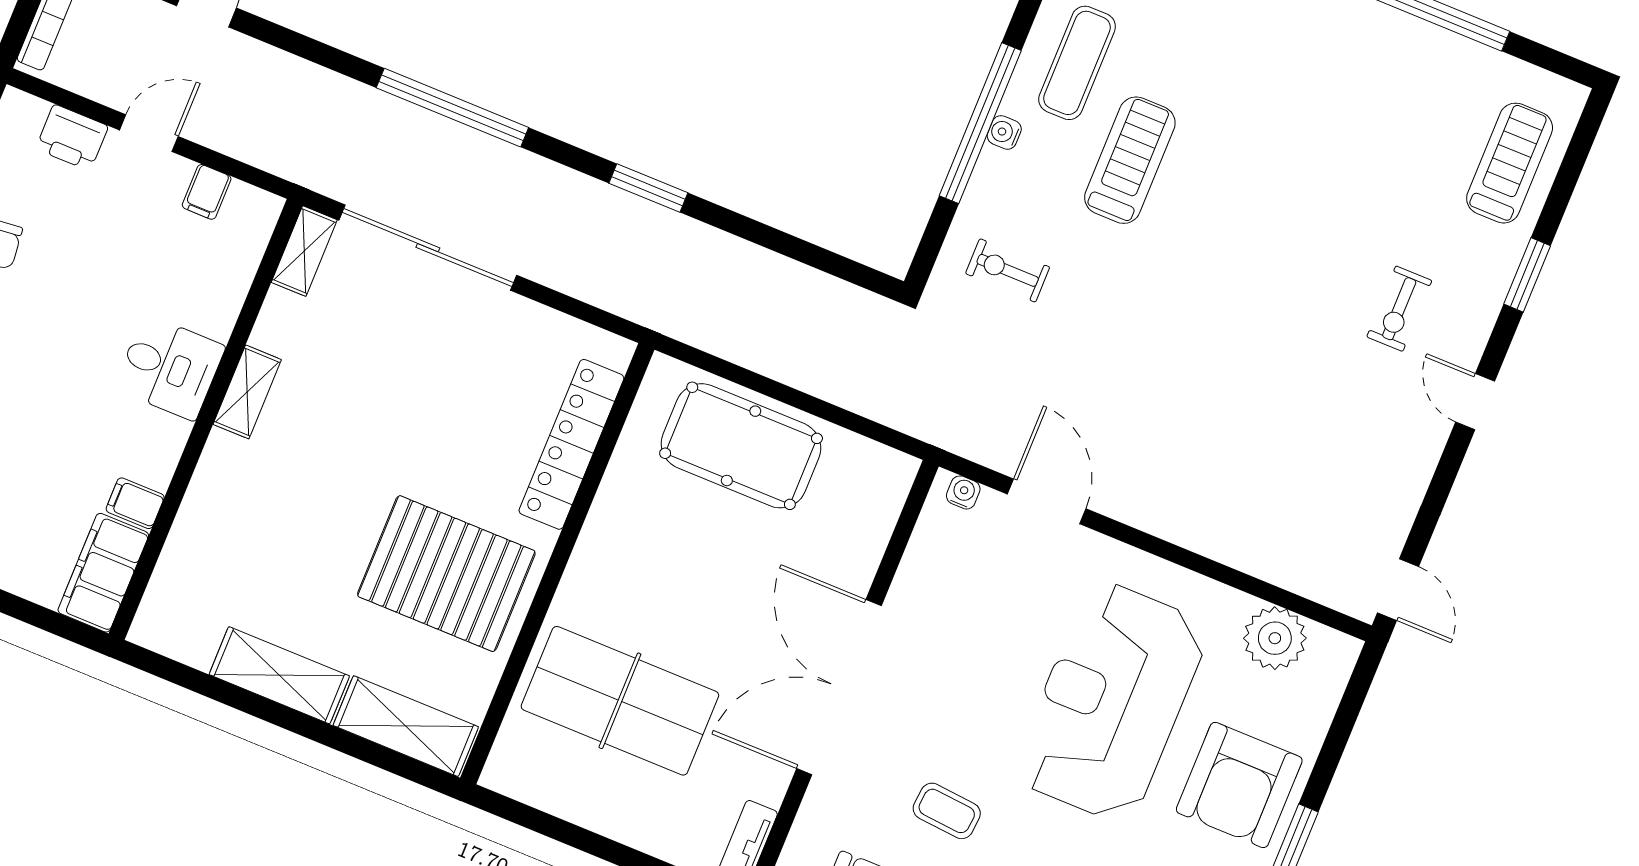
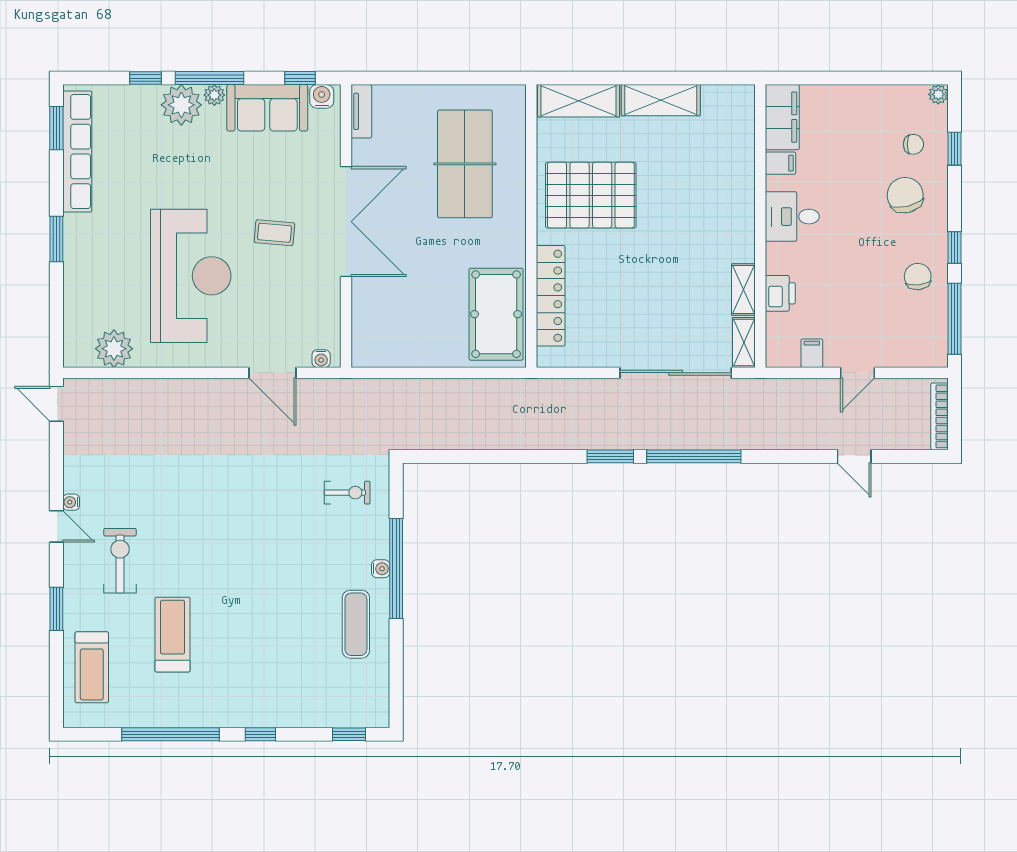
printer: (72, 137) -> (780, 293), moved, turned 90
treadmill: (1130, 160) -> (173, 635), moved, turned 180
window: (648, 188) -> (610, 456), moved
exercise bike: (1399, 309) -> (120, 561), width x1.38, depth x1.39
desk: (170, 367) -> (792, 217), moved
shelving: (247, 392) -> (743, 289), moved
water cooler: (1437, 429) -> (71, 502), added
pool table: (741, 446) -> (496, 314), moved, turned 90
table tennis table: (620, 701) -> (465, 164), turned 90
armchair: (1239, 785) -> (100, 259), removed
coffee table: (947, 811) -> (274, 233), moved

